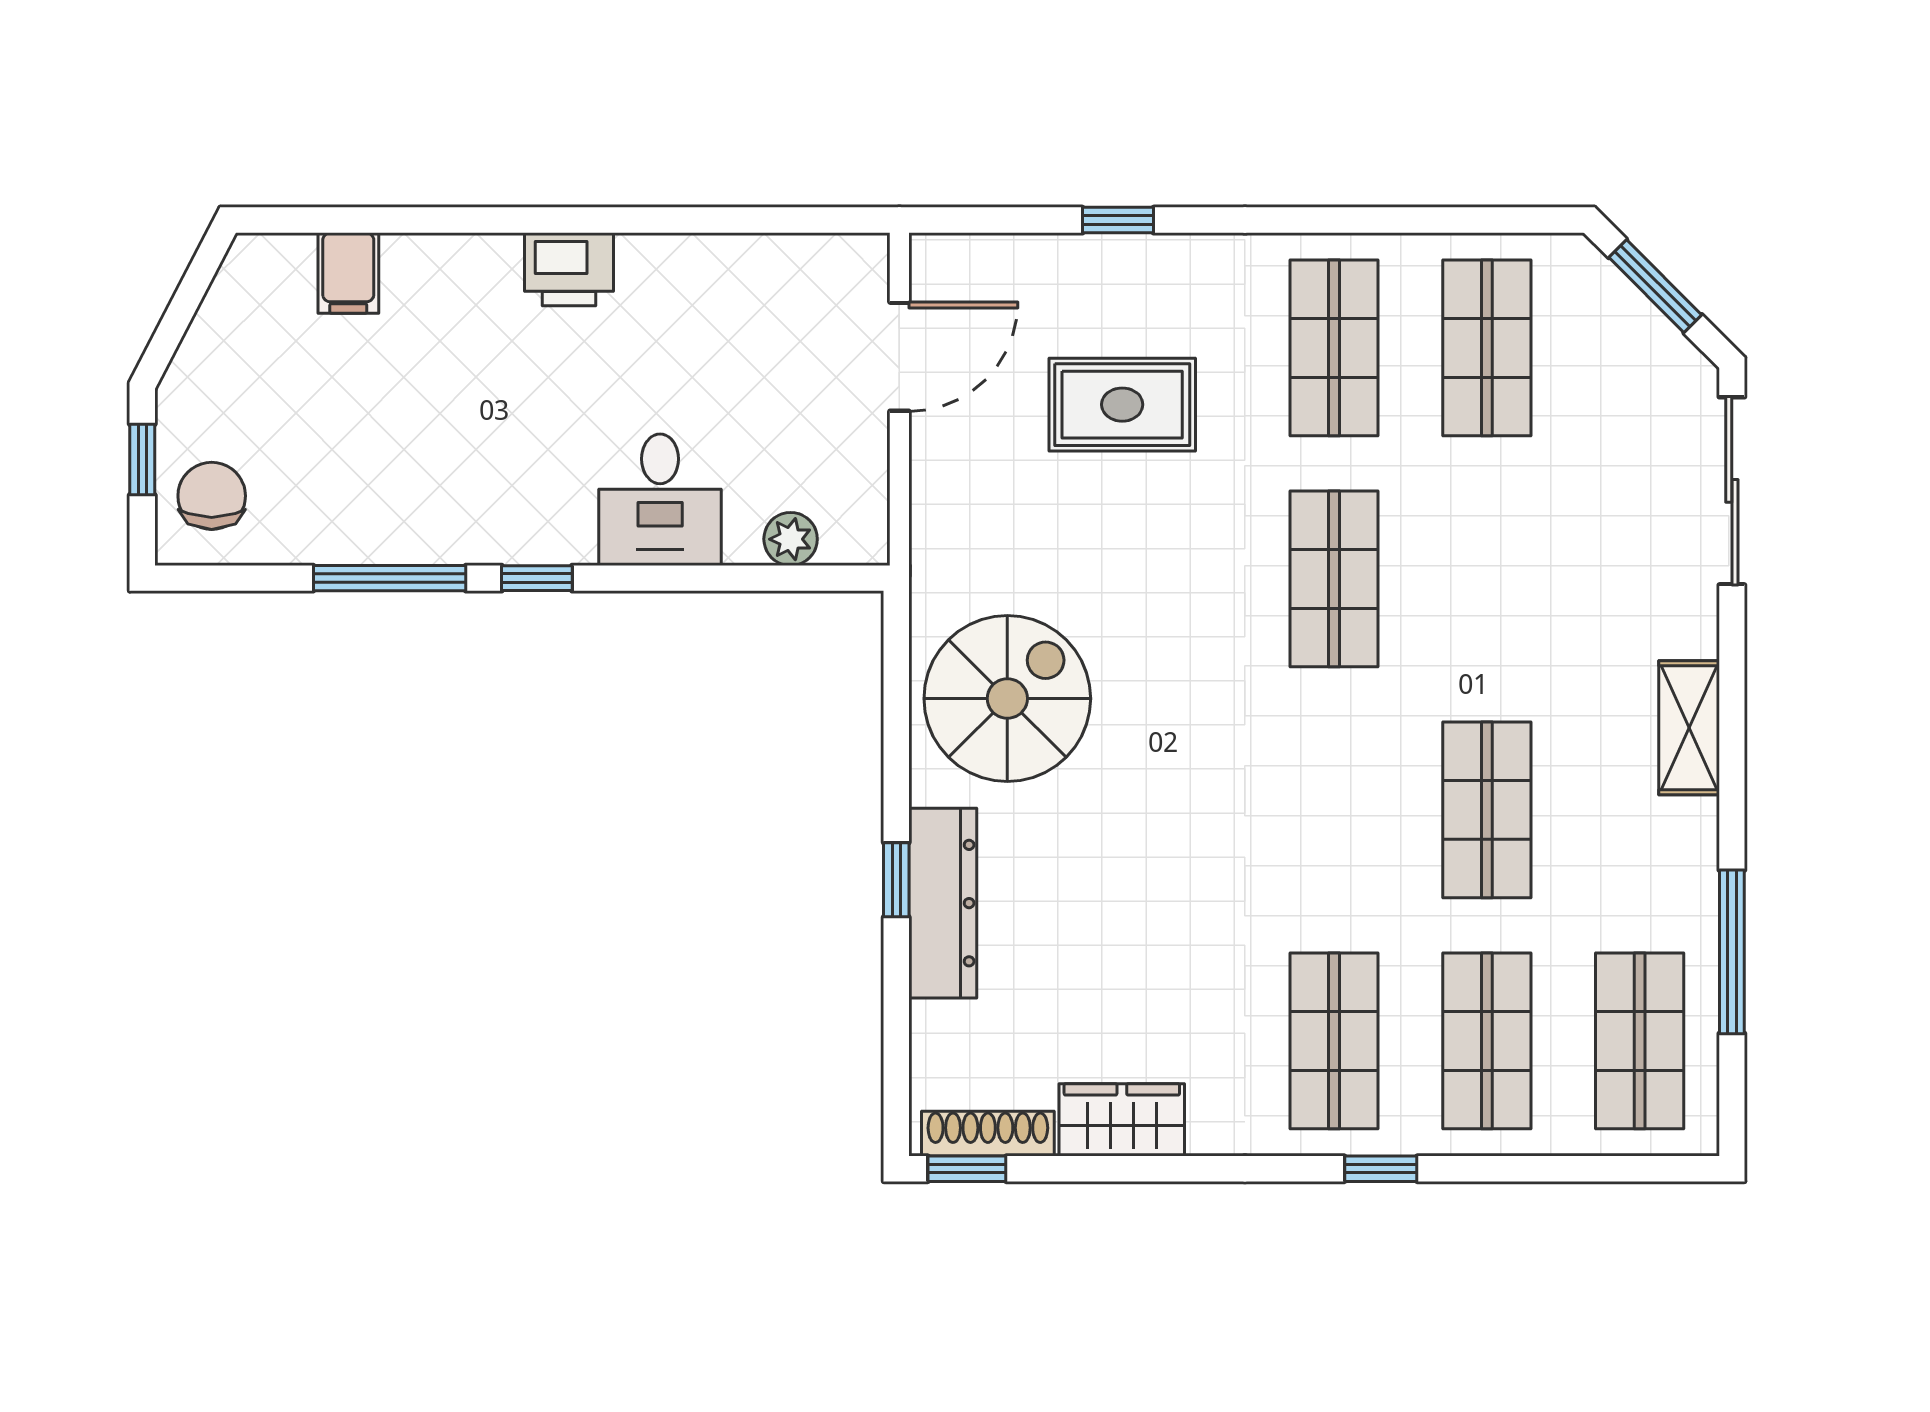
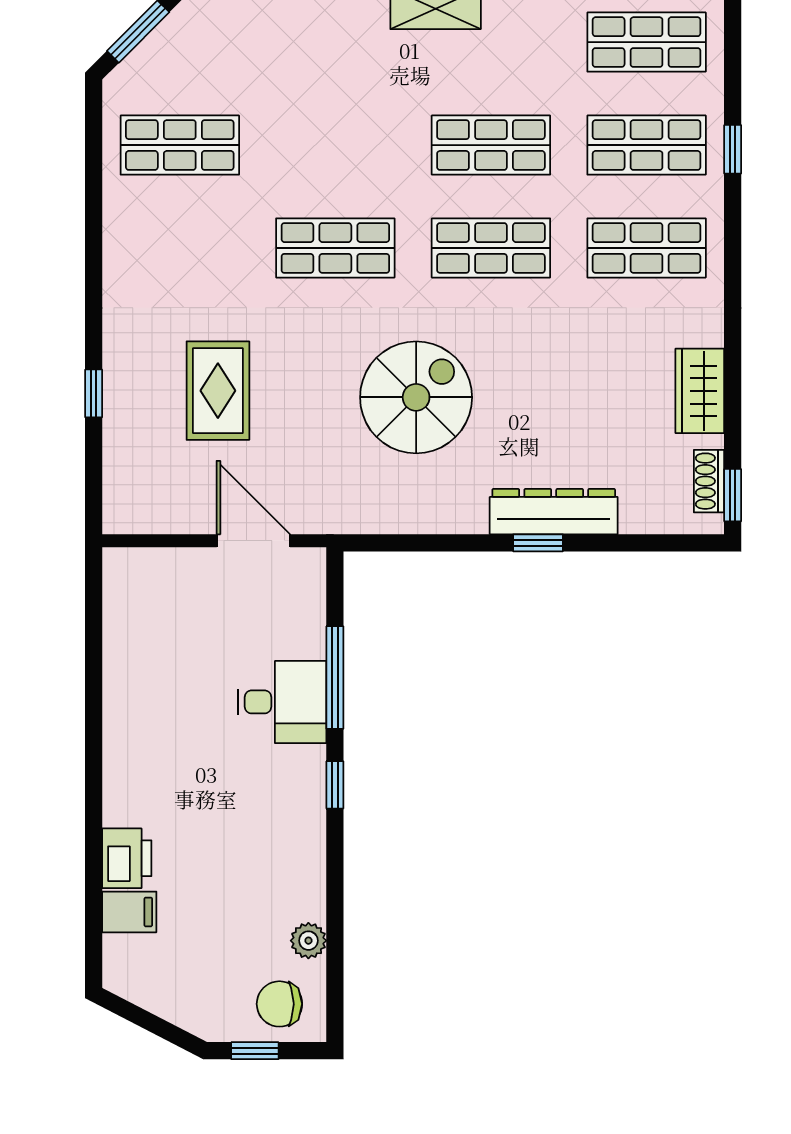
printer: (569, 269) -> (127, 858), moved
shop shelf: (1334, 348) -> (491, 248), moved
door: (899, 357) -> (253, 541), moved
plant: (791, 539) -> (308, 941), moved
window: (390, 578) -> (335, 678), moved
spiral stairs: (1007, 699) -> (416, 397), moved, turned 90
shoe rack: (988, 1134) -> (709, 481), width x0.70
window: (1381, 1169) -> (733, 149), moved

